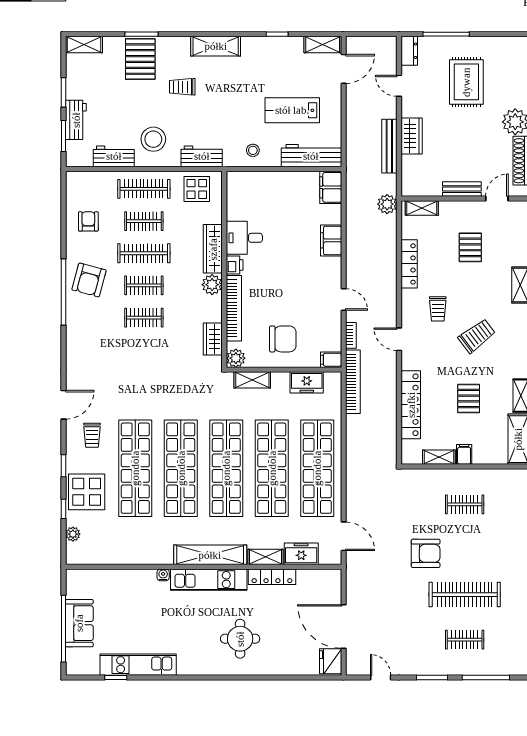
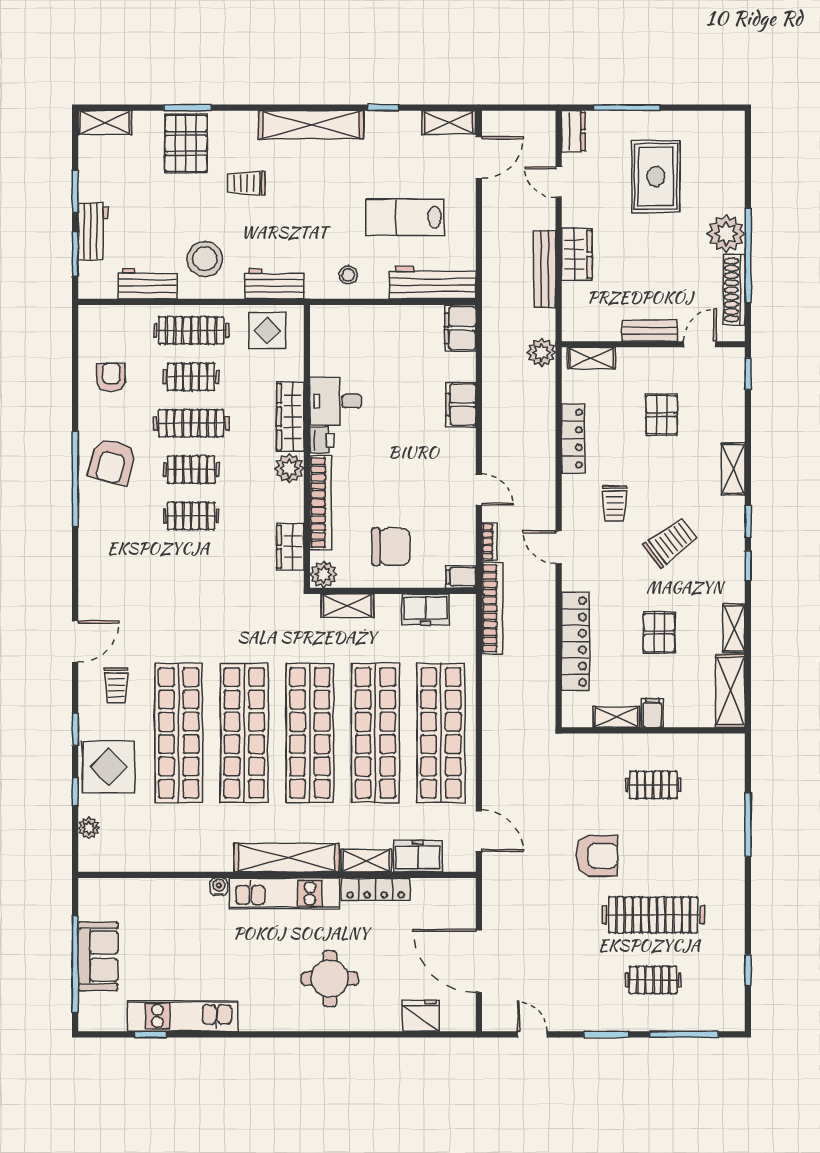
shelving: (216, 46) -> (311, 125), width x1.47
fridge: (331, 661) -> (421, 1016), moved, turned 90

